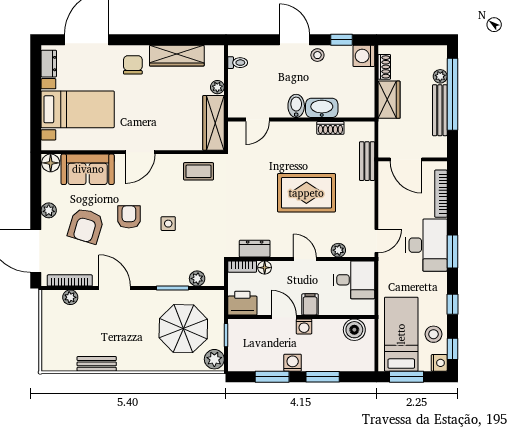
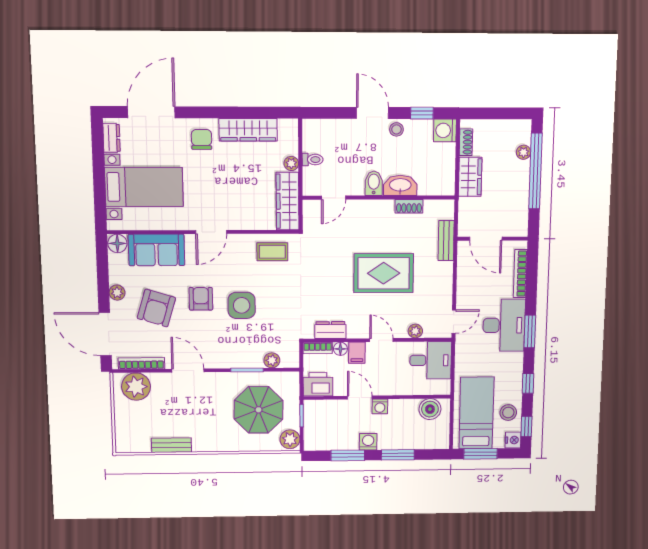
toilet: (238, 63) -> (313, 160), moved
bench: (440, 110) -> (522, 188), removed
side table: (168, 224) -> (242, 305), width x1.87, depth x1.87
plant: (70, 297) -> (136, 387), width x1.87, depth x1.87
filing cabinet: (310, 304) -> (357, 353), moved, turned 180

